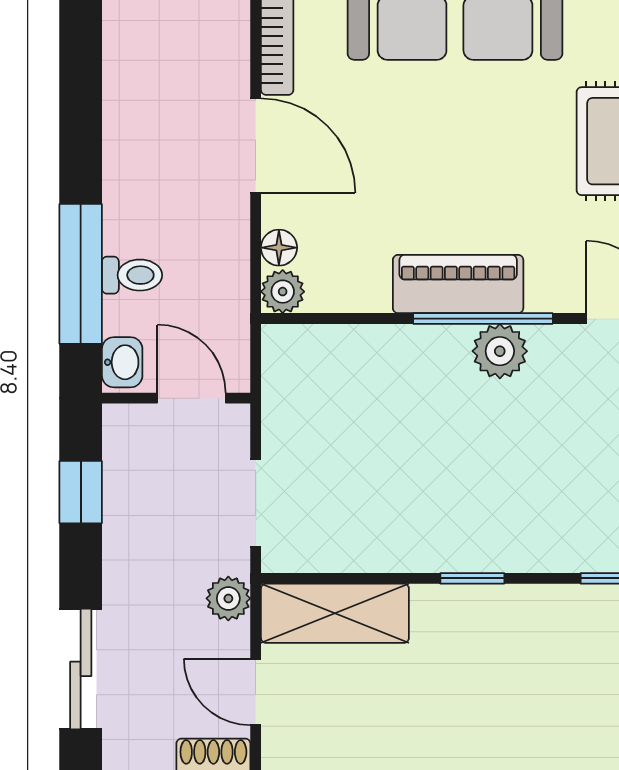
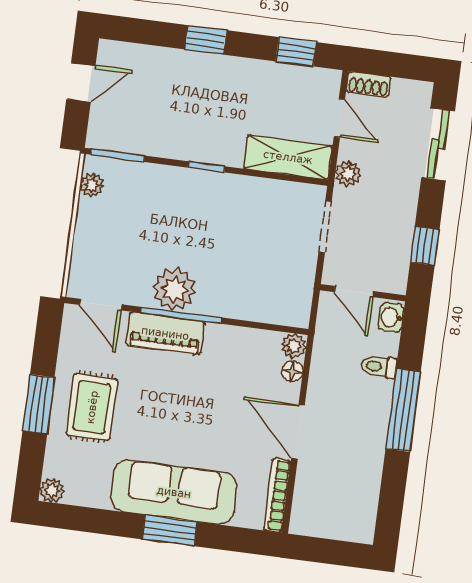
window: (81, 274) -> (403, 410), moved
piano: (458, 284) -> (165, 333), moved
plant: (500, 351) -> (174, 290), width x1.36, depth x1.36

